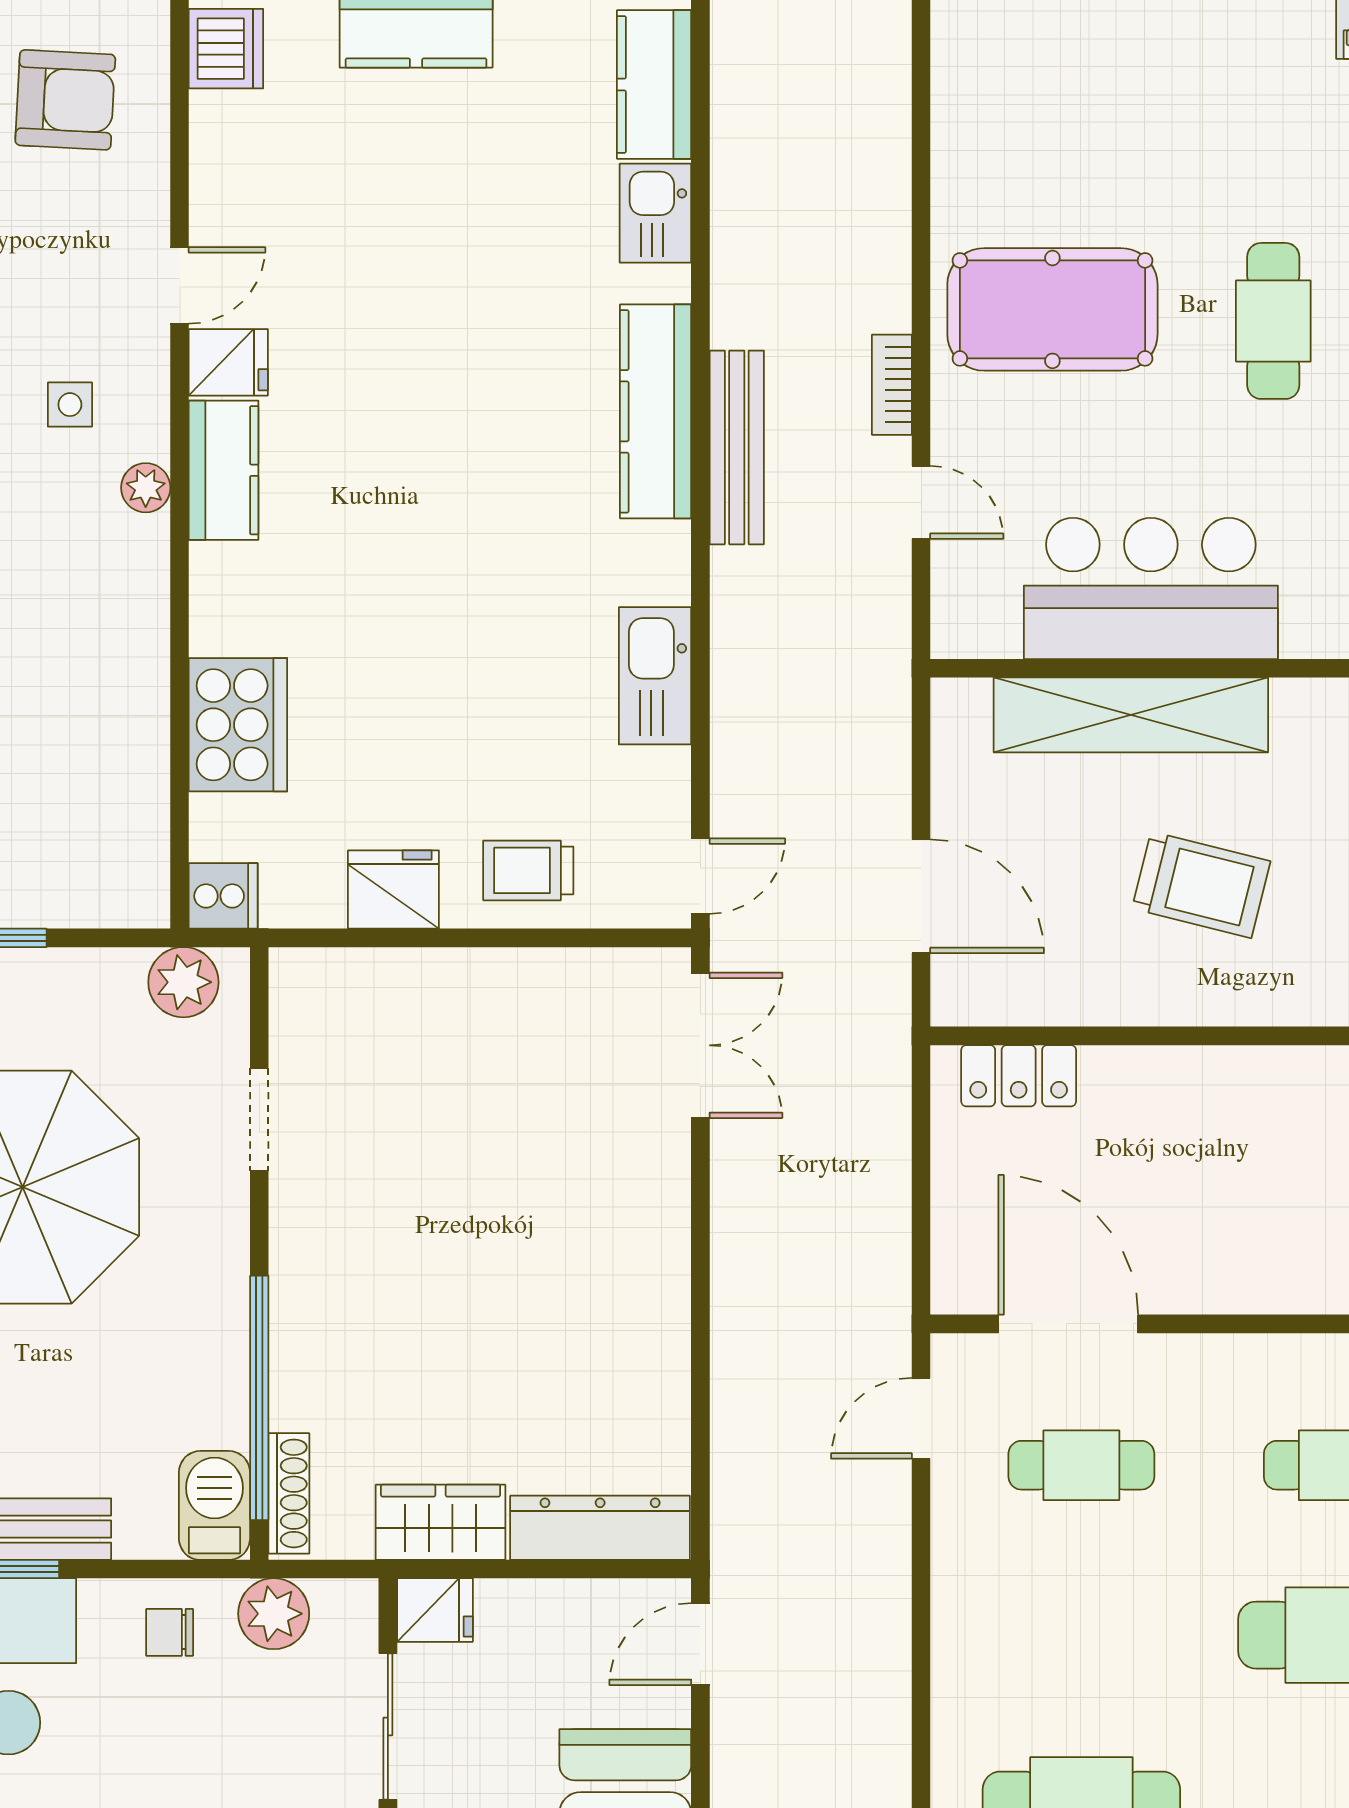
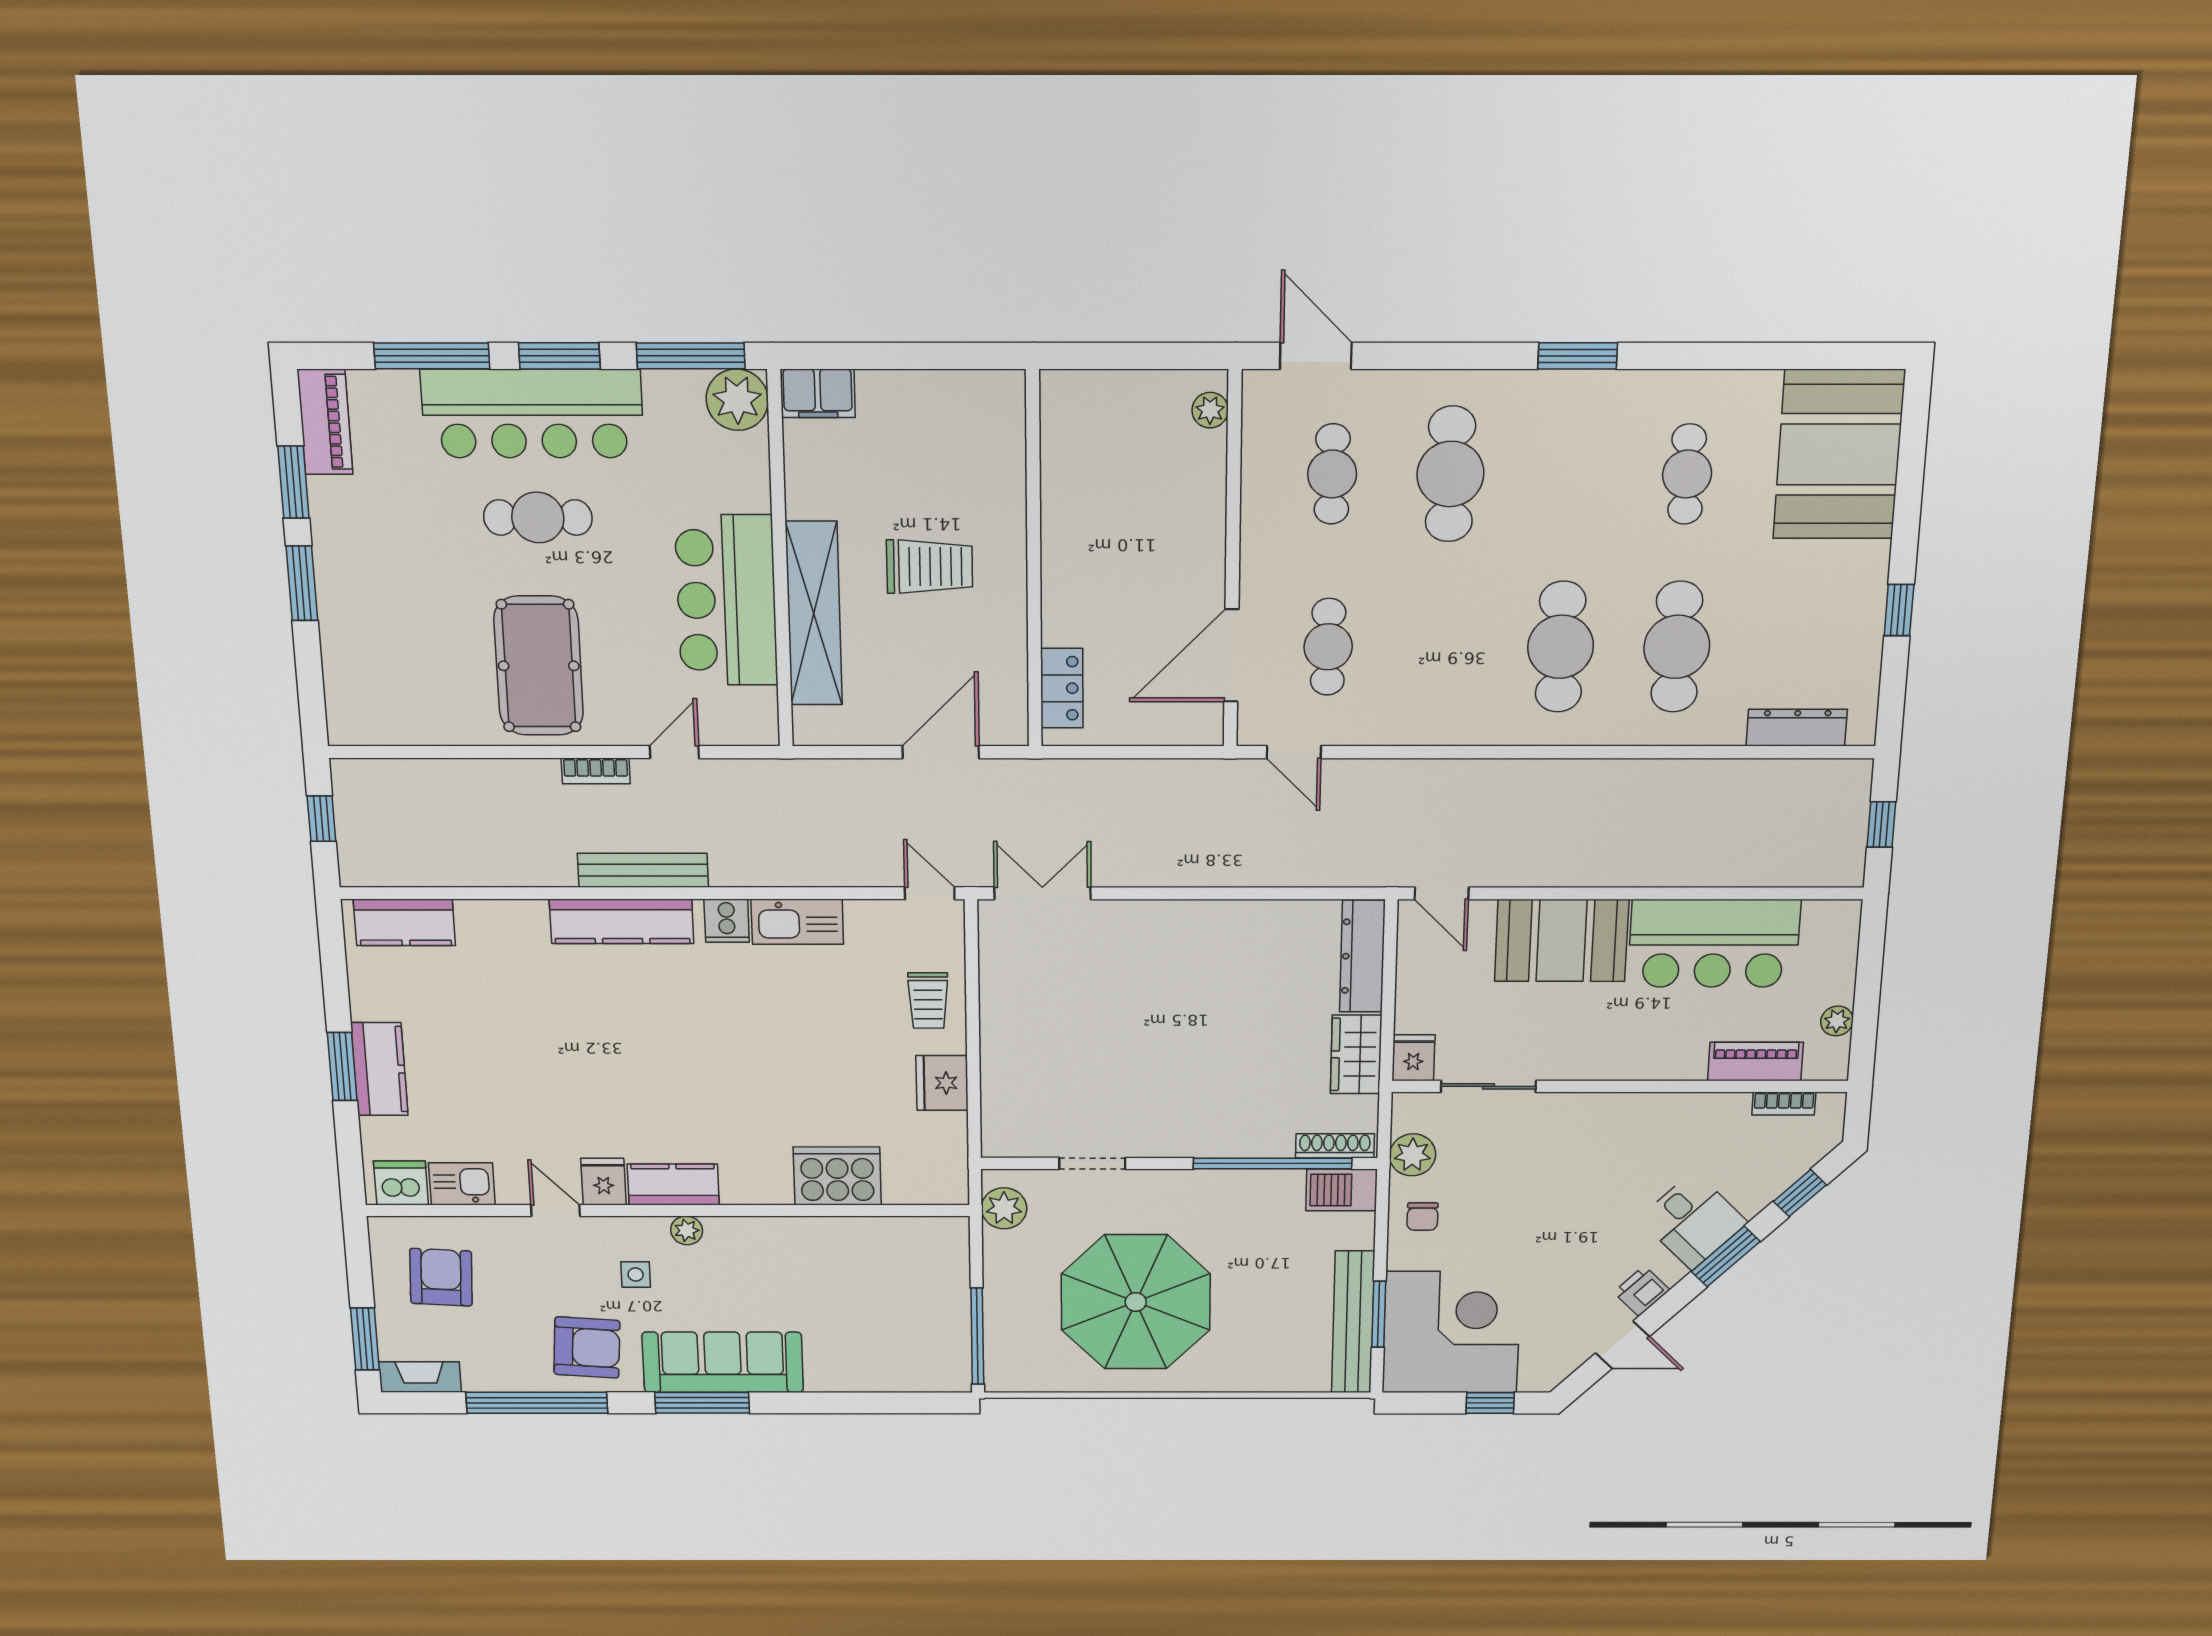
kitchen sink: (655, 213) -> (462, 1184), moved, turned 180
trolley: (1201, 885) -> (930, 567), turned 76
cooker: (223, 896) -> (727, 921), moved, turned 180

